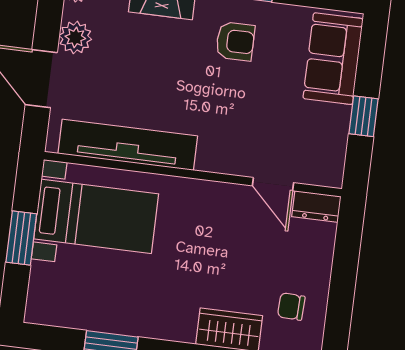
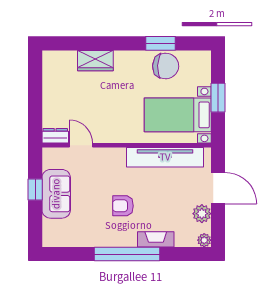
armchair: (235, 41) -> (123, 206), moved
sofa: (333, 59) -> (56, 194), moved
chair: (291, 307) -> (166, 66), moved, width x1.87, depth x1.87

